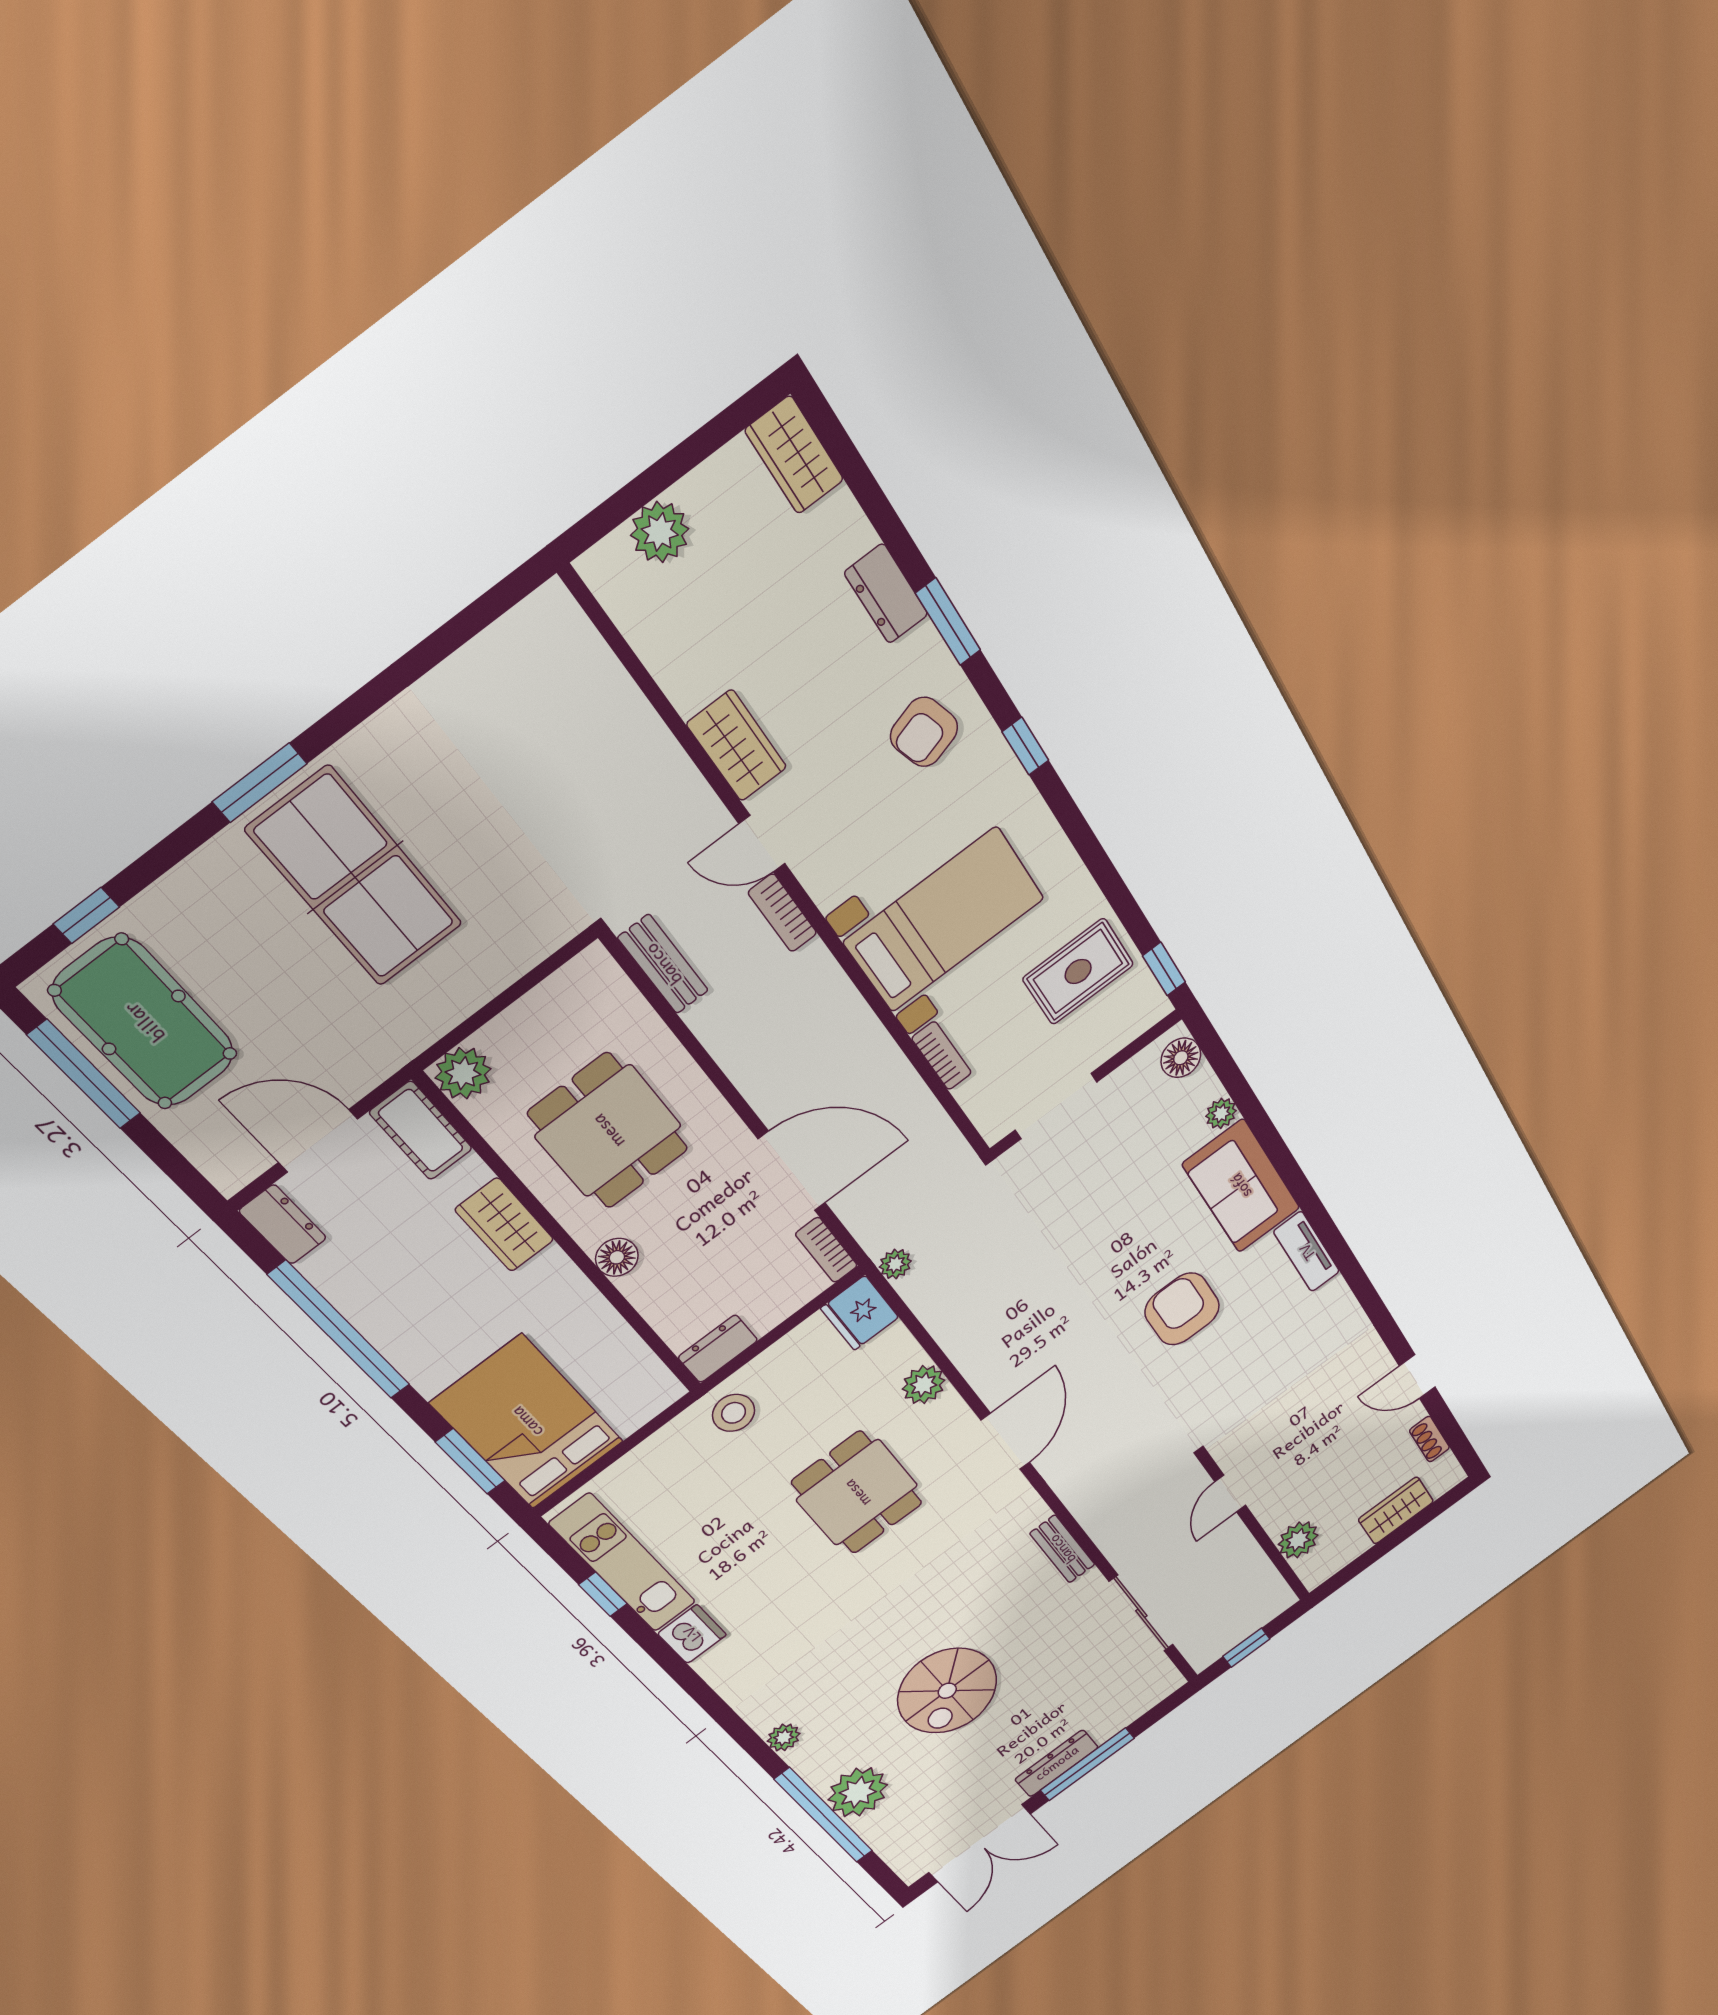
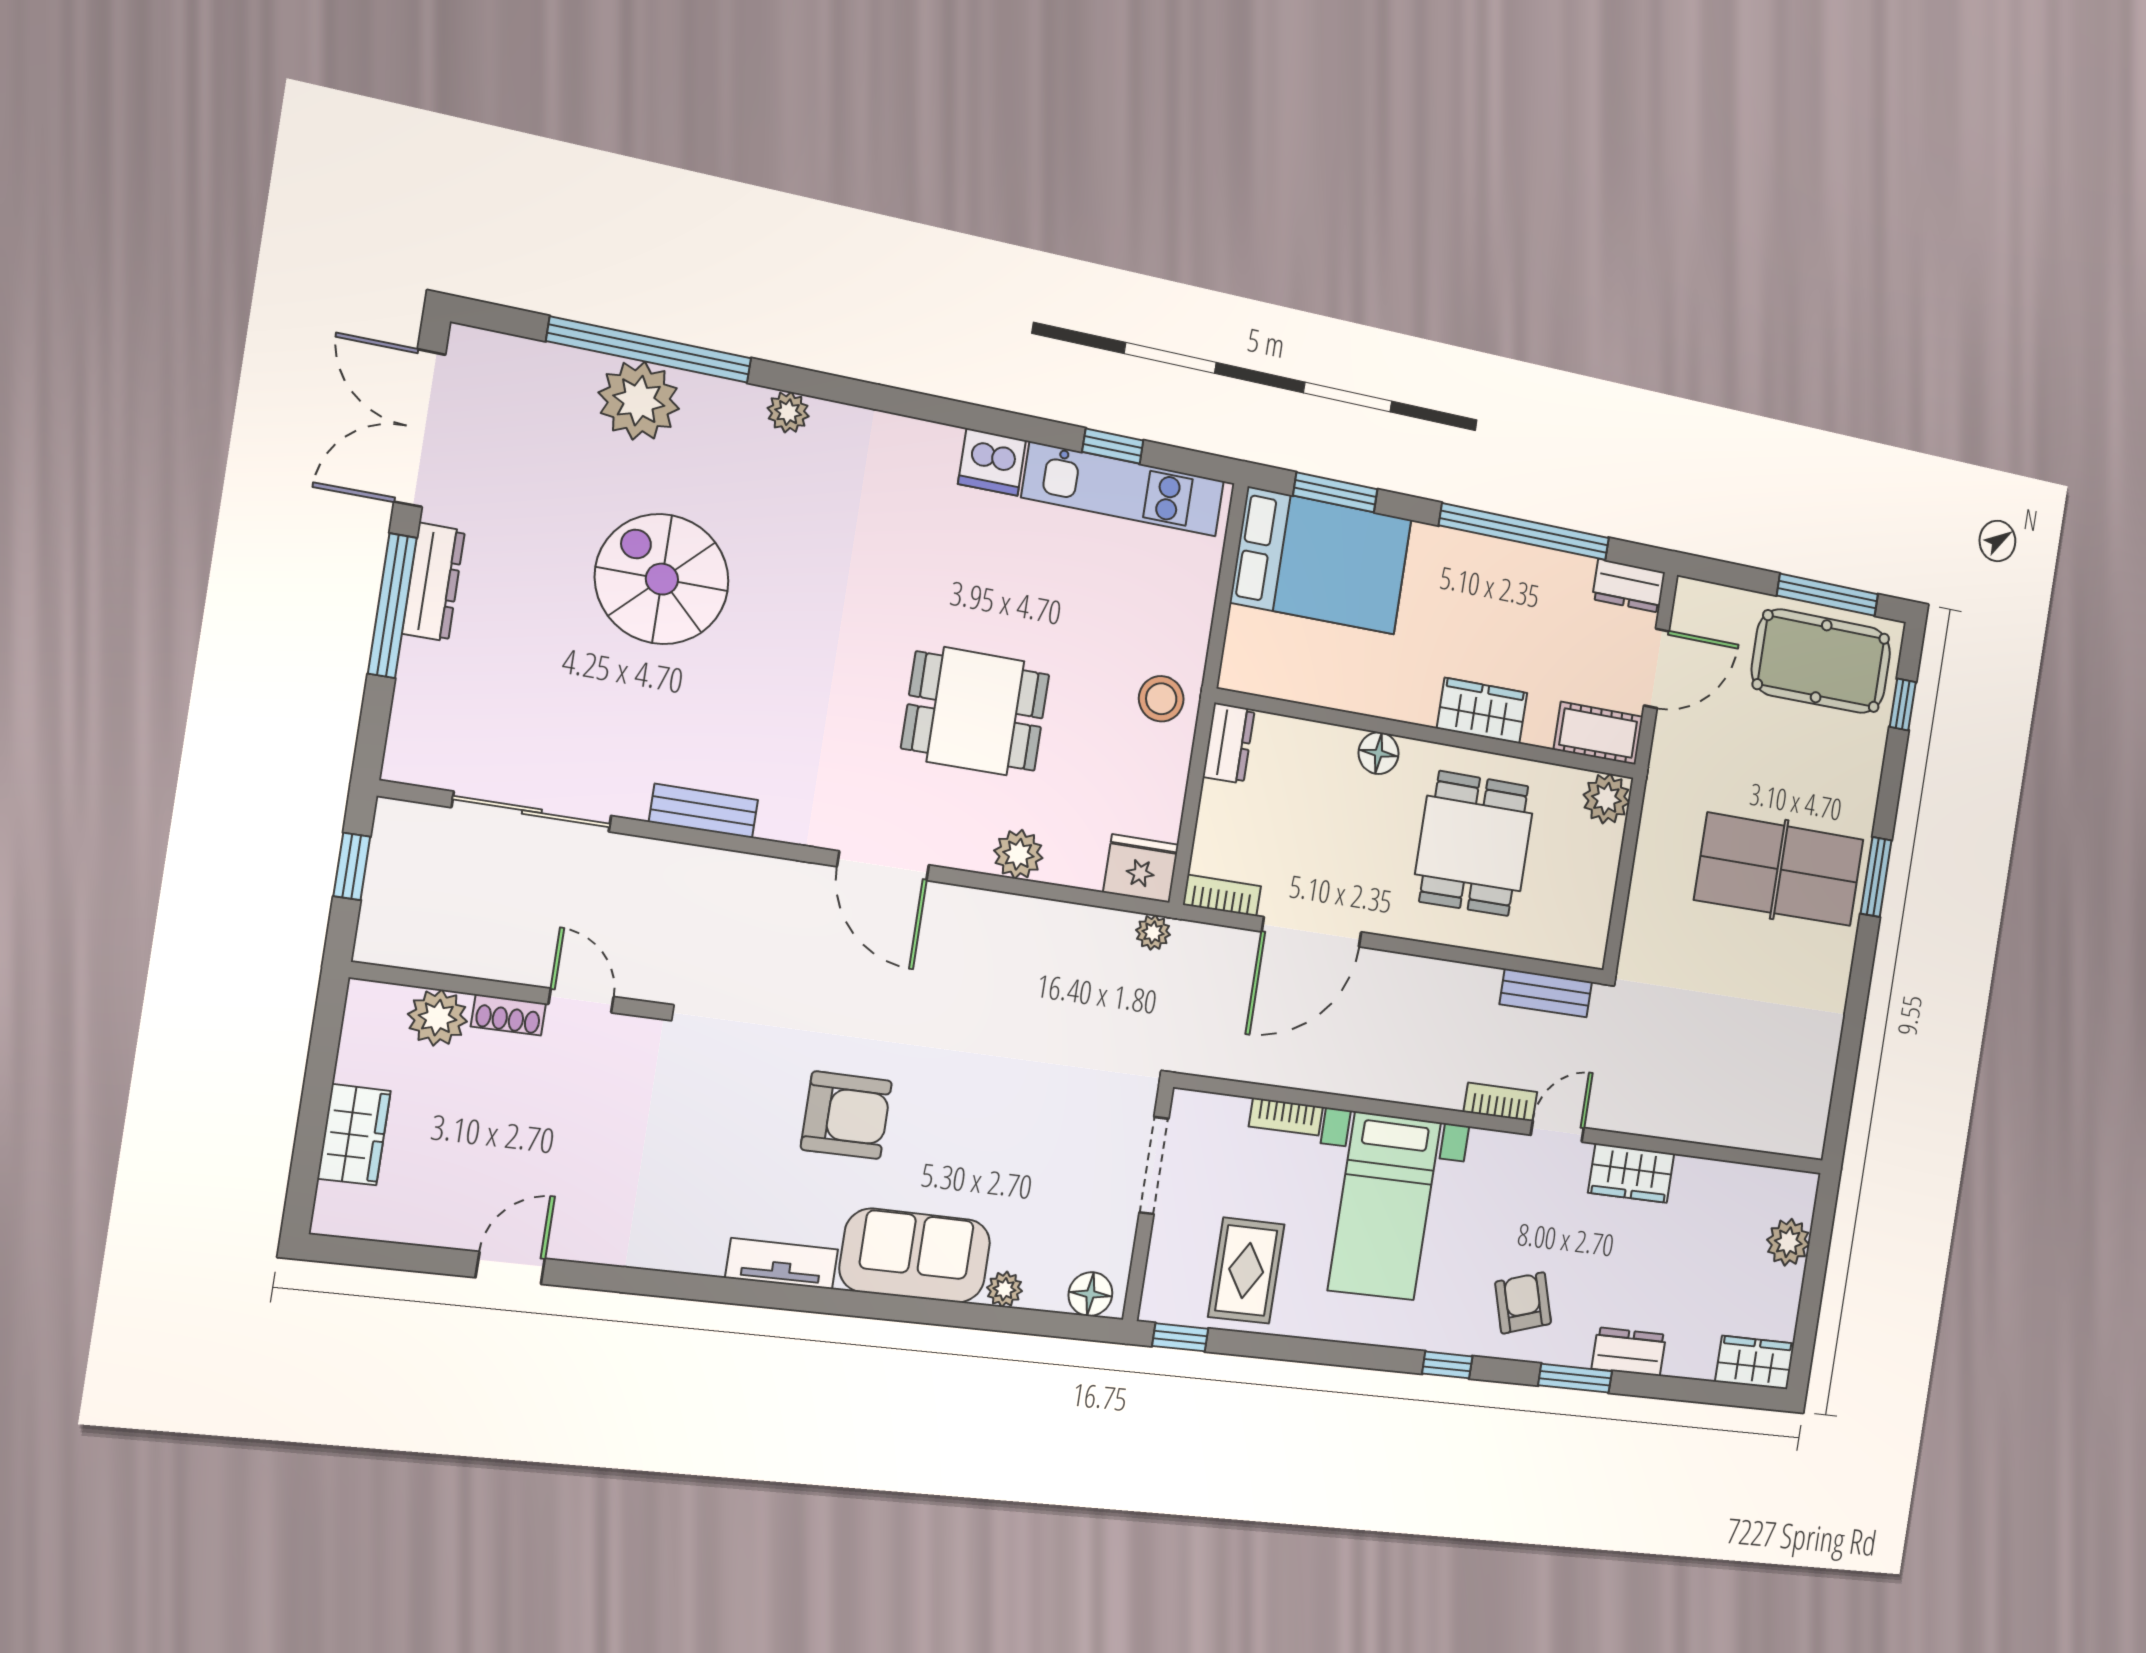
dining table: (608, 1131) -> (1474, 844), turned 90
shoe rack: (1429, 1439) -> (508, 1015), moved, turned 180

